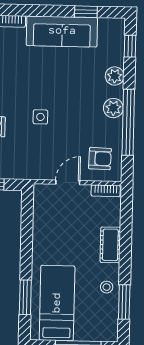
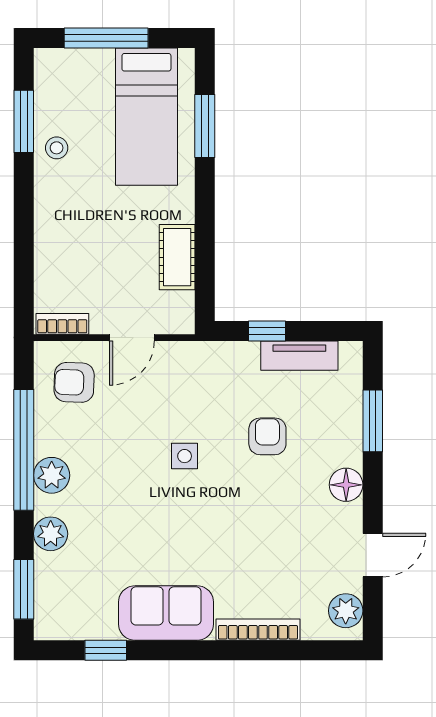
sofa: (62, 31) -> (166, 613), width x0.73
window: (130, 46) -> (24, 589), width x1.50
cot: (110, 245) -> (177, 257), moved

